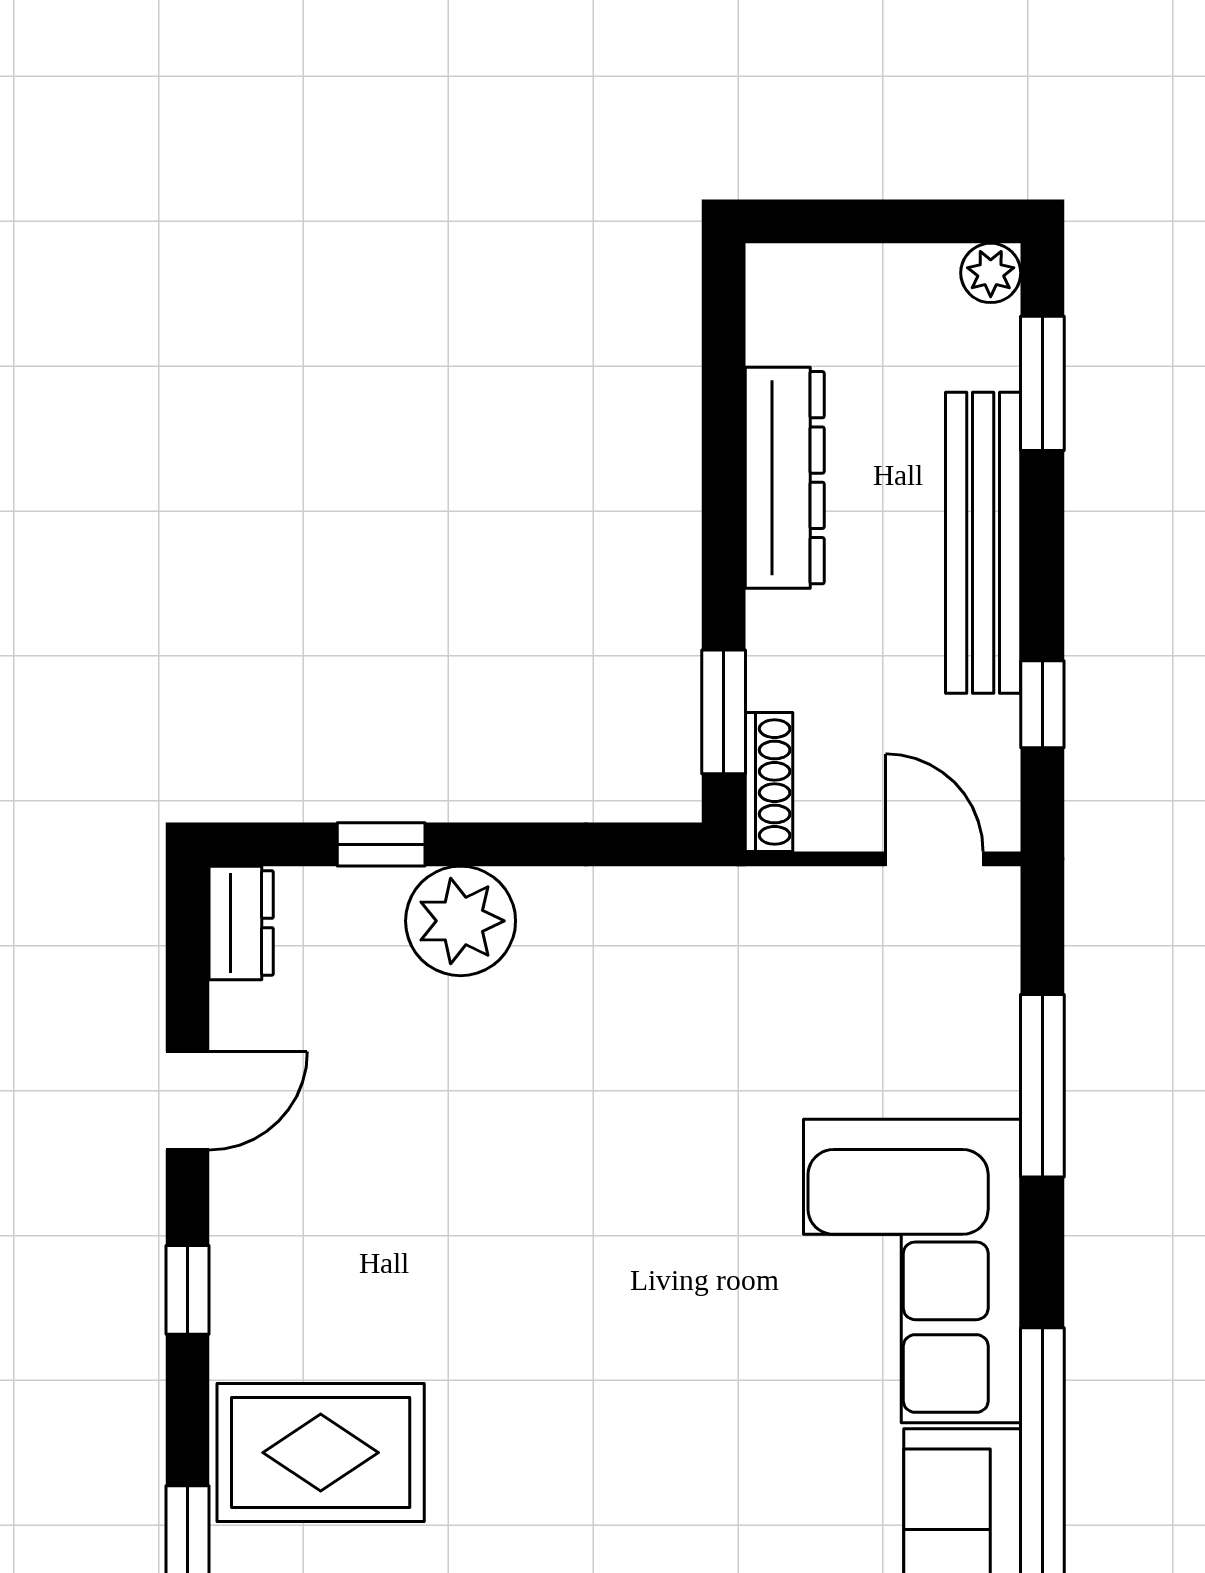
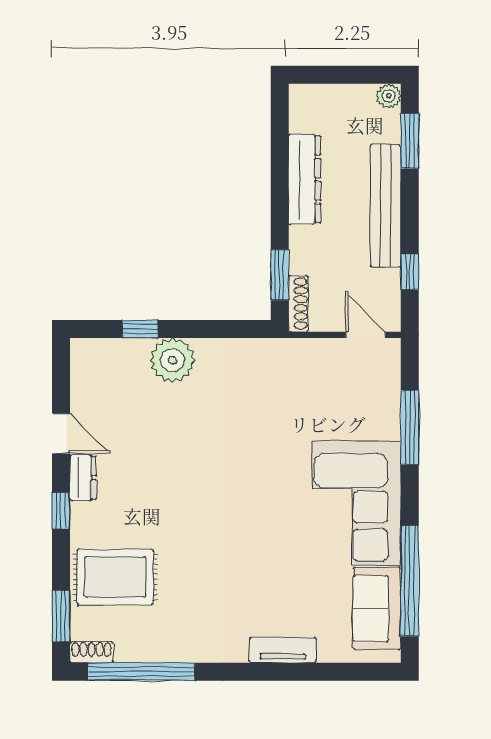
dresser: (241, 923) -> (83, 478), moved
door: (187, 1101) -> (61, 434), hinge flipped

